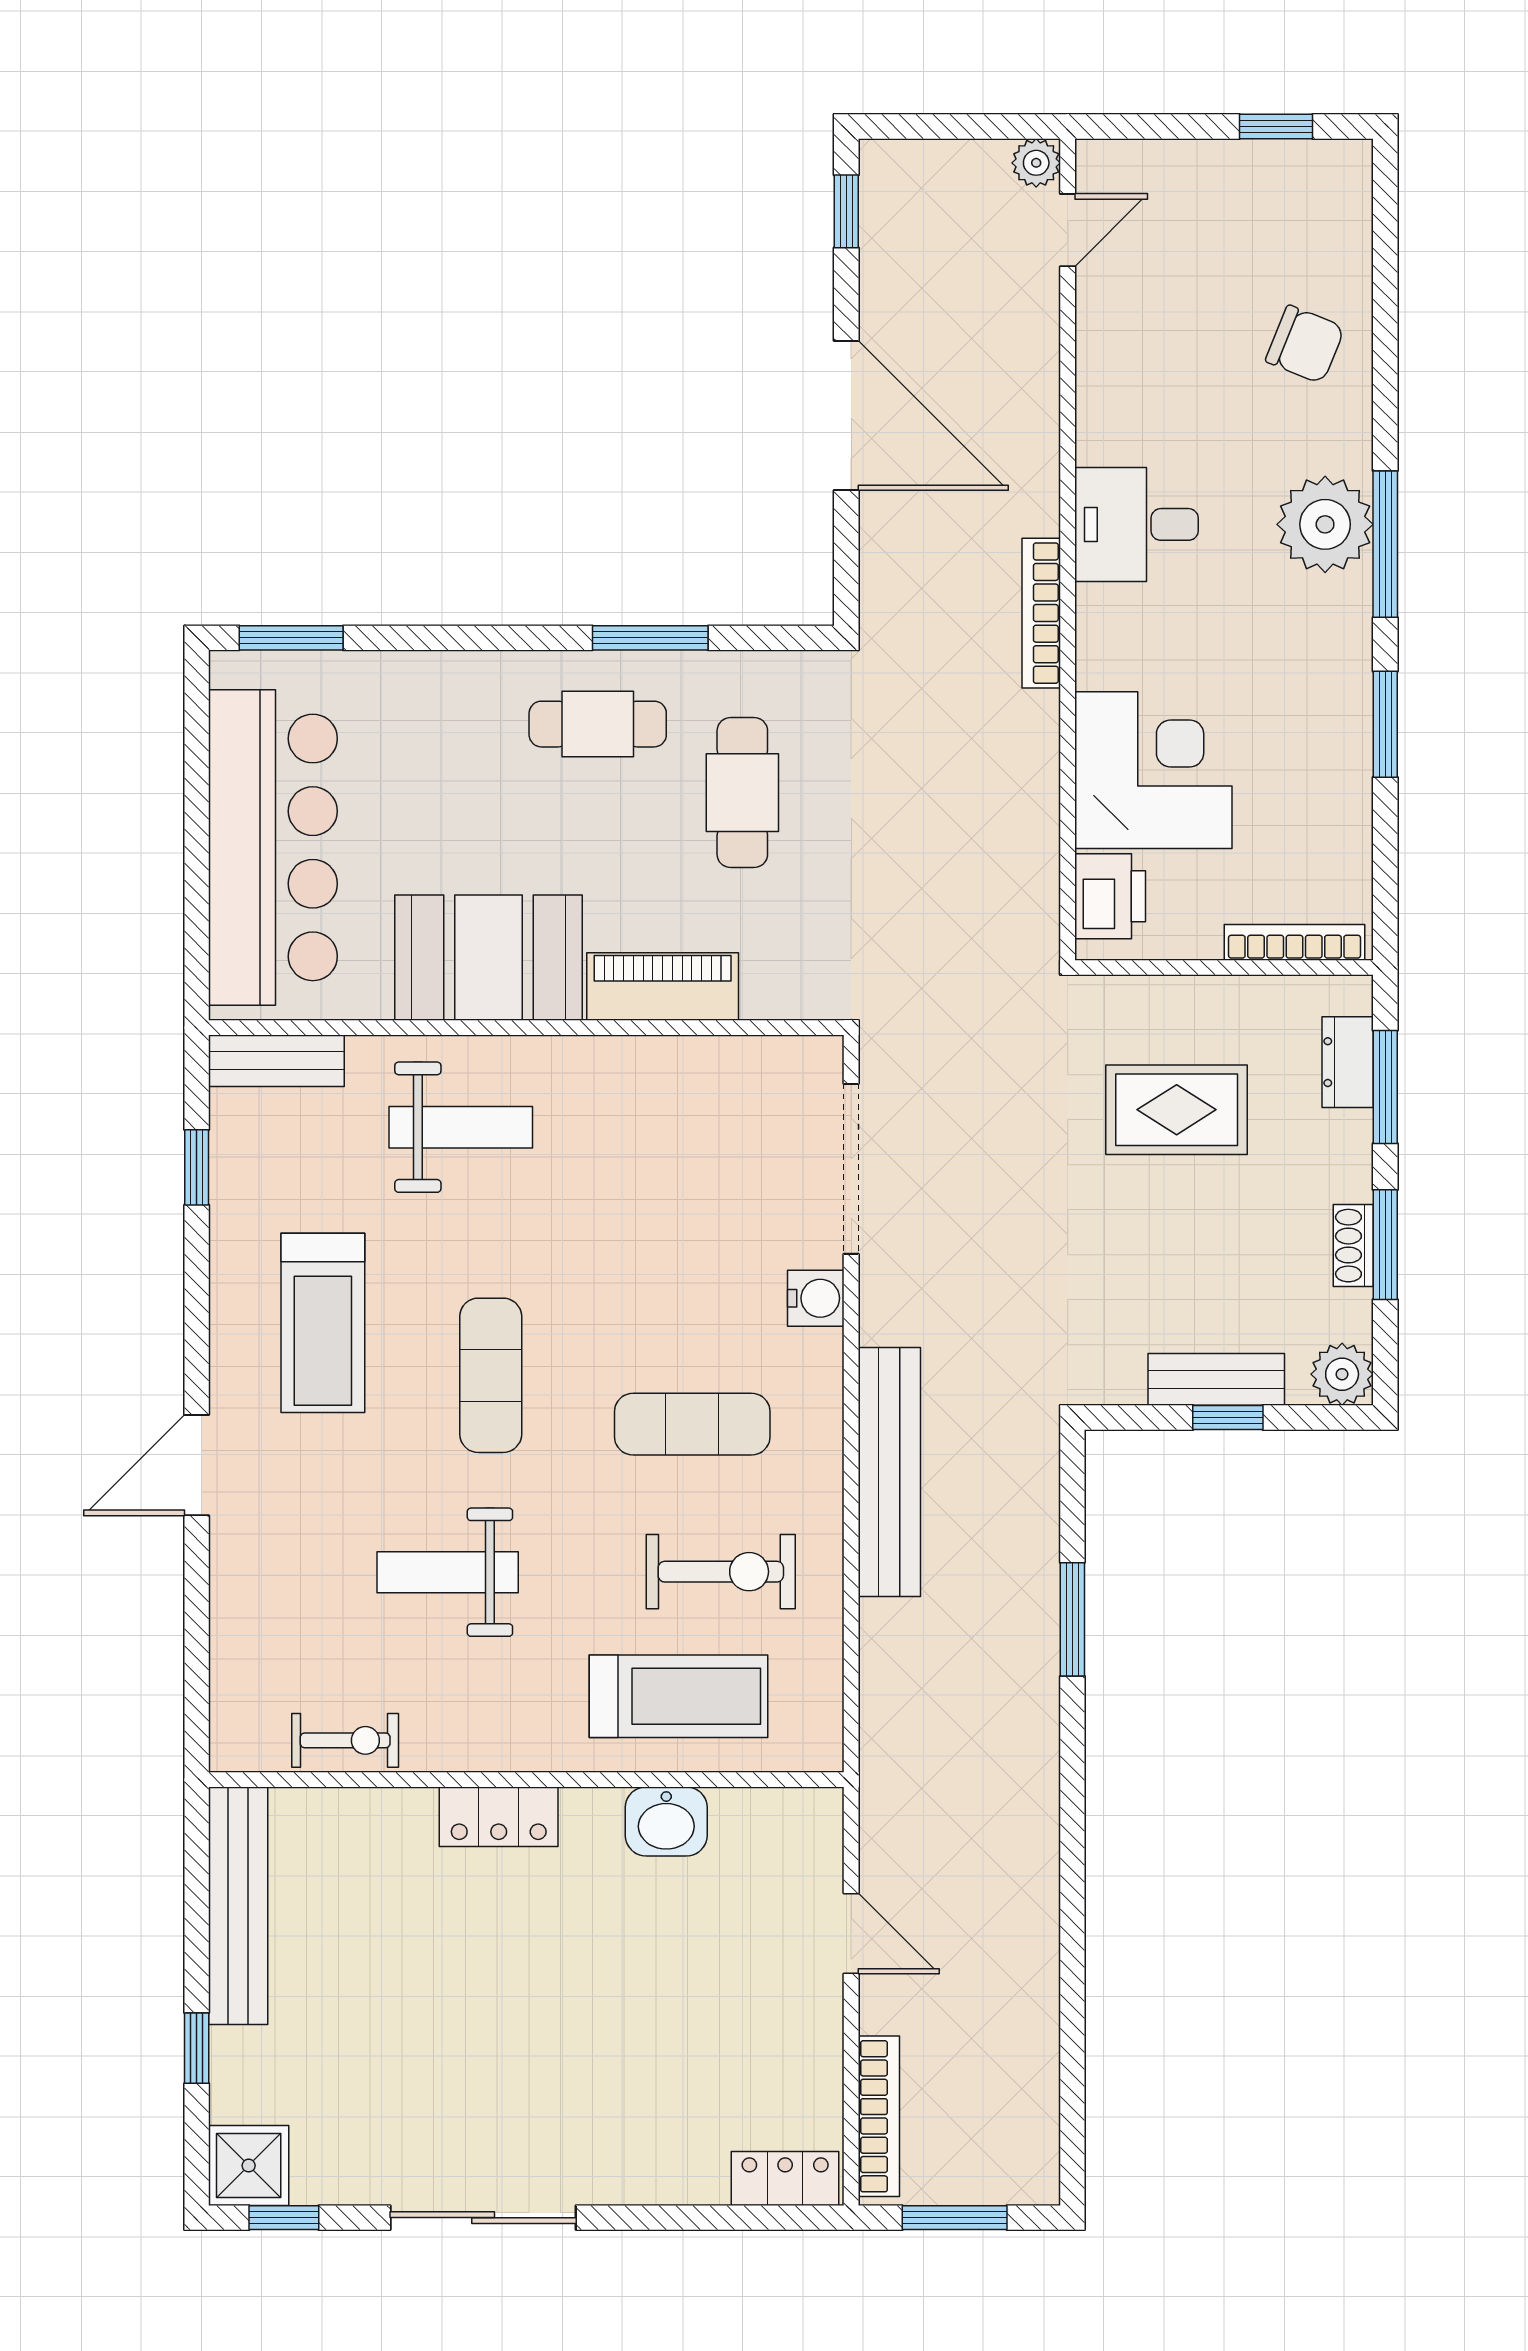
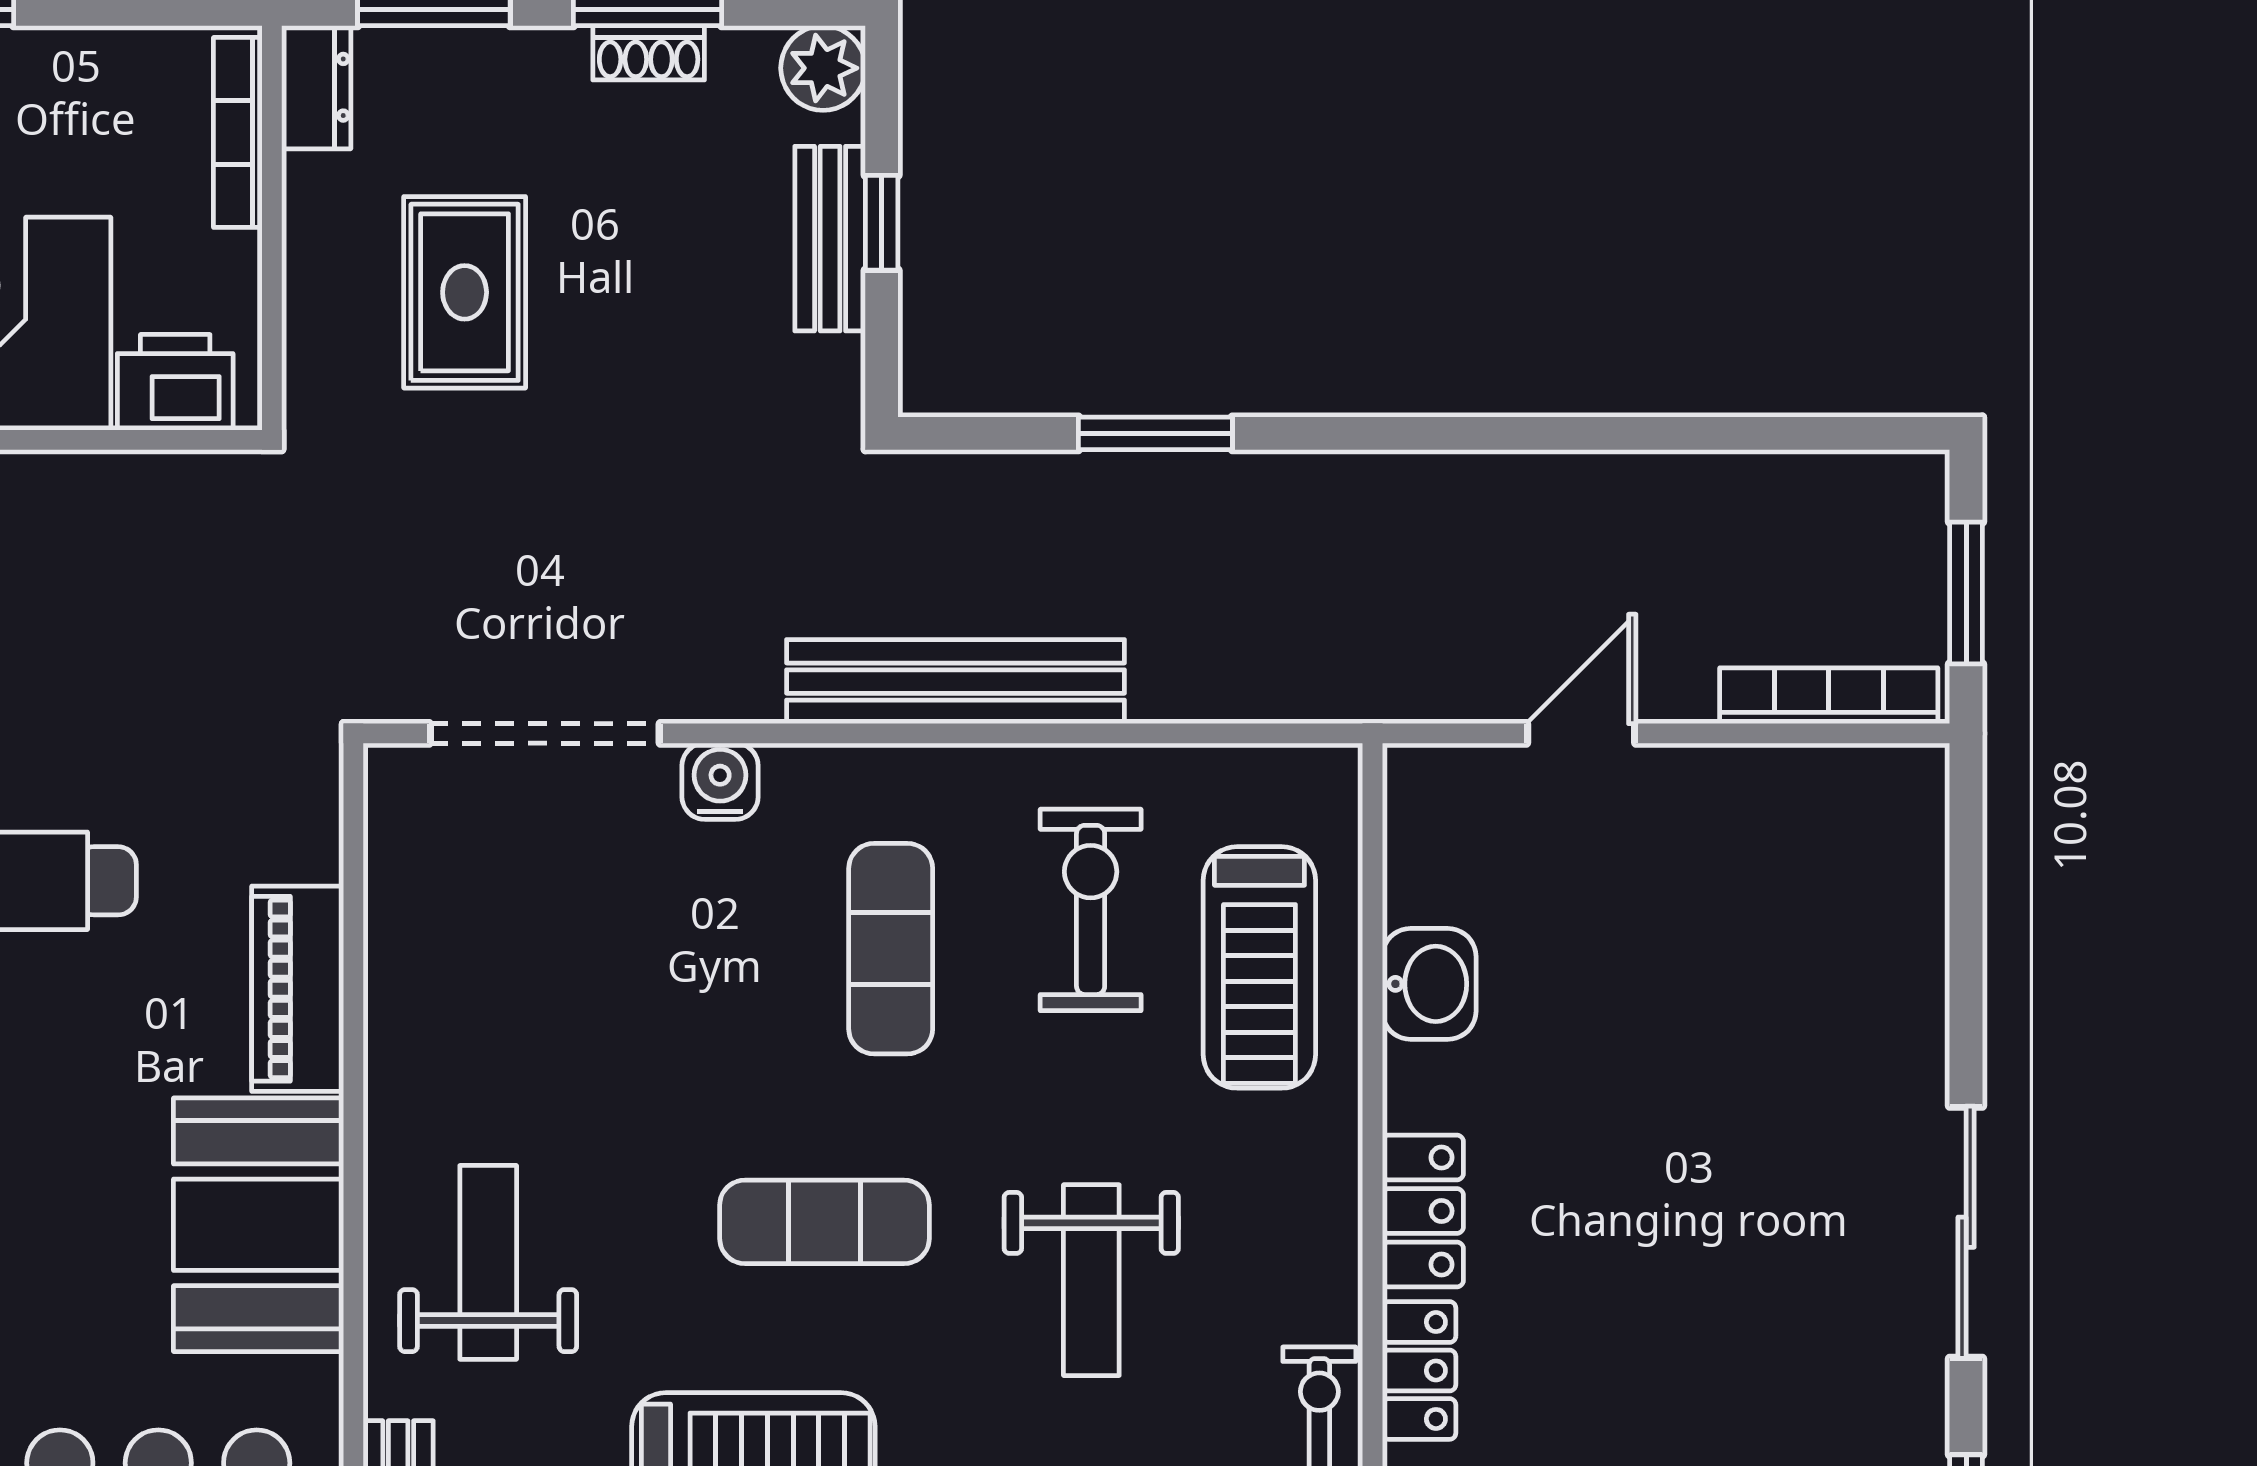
dresser: (1348, 1062) -> (316, 87), moved, turned -90
treadmill: (678, 1696) -> (1259, 967), turned 180
locker: (785, 2178) -> (1419, 1370), moved, turned 180

